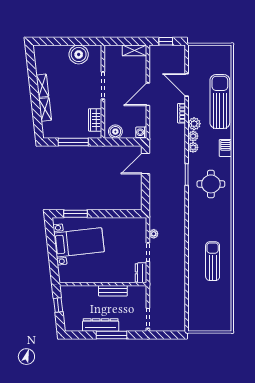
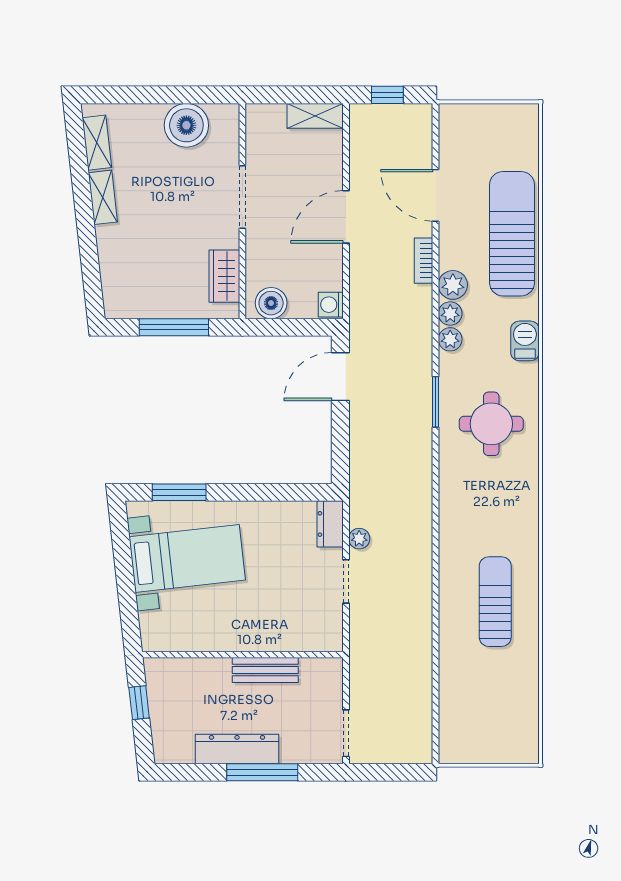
shelving: (45, 109) -> (97, 143), moved
dresser: (141, 273) -> (330, 524), moved

